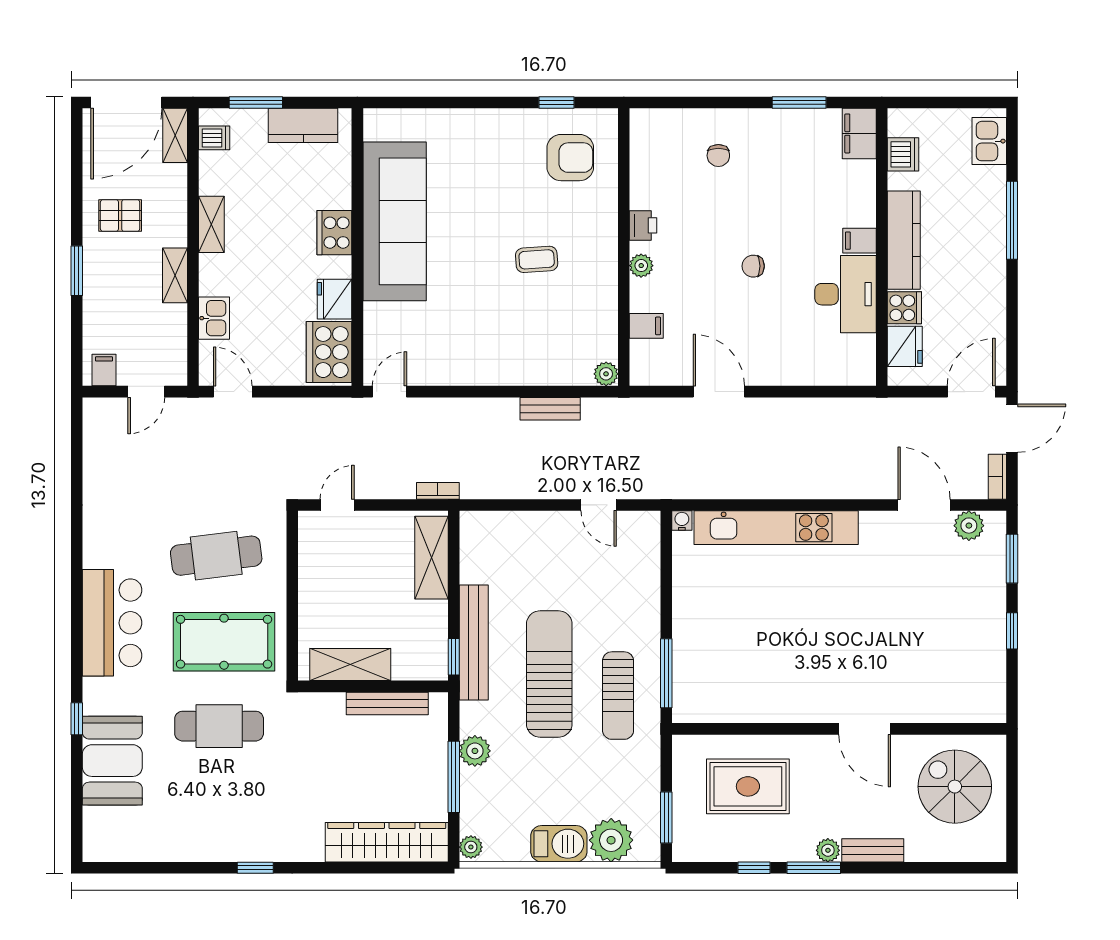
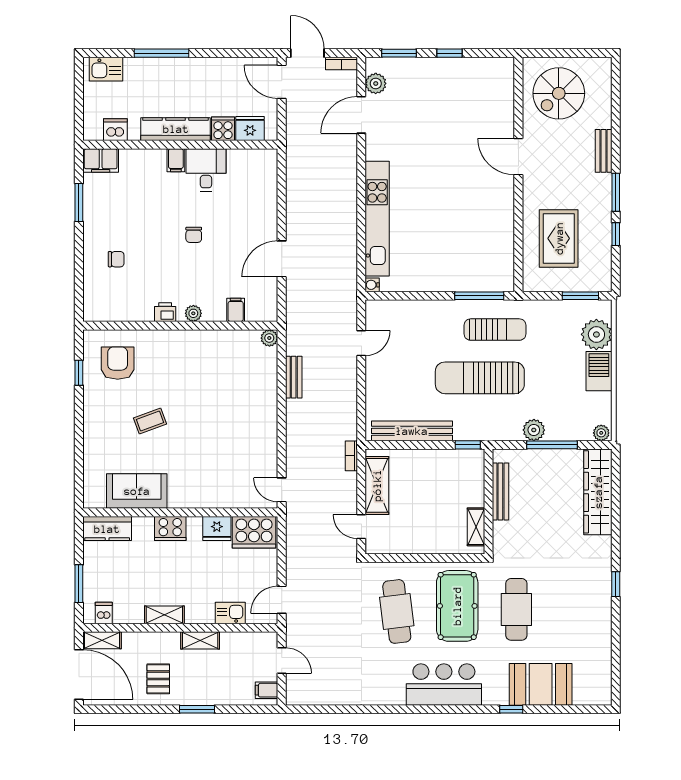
kitchen counter: (303, 125) -> (107, 529), moved, turned 90
sofa: (395, 221) -> (137, 491), width x0.54, depth x0.79
coffee table: (537, 259) -> (150, 421), moved, turned 74
desk: (846, 294) -> (206, 170), width x0.73
shelving: (431, 558) -> (377, 485), moved, turned 90
bench: (474, 643) -> (412, 431), moved
shelving: (350, 665) -> (476, 527), width x0.67, depth x0.75
door: (865, 729) -> (518, 157), swing flipped
plant: (828, 850) -> (603, 182), removed

